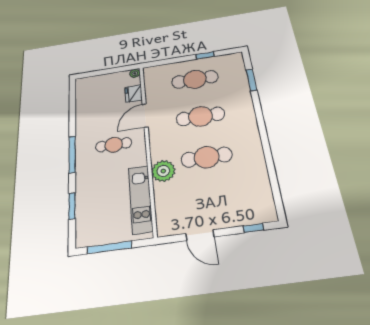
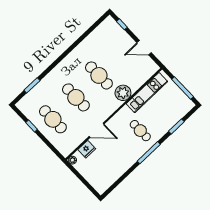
cafe table: (114, 145) -> (140, 131), moved
door: (200, 235) -> (144, 48), swing flipped

